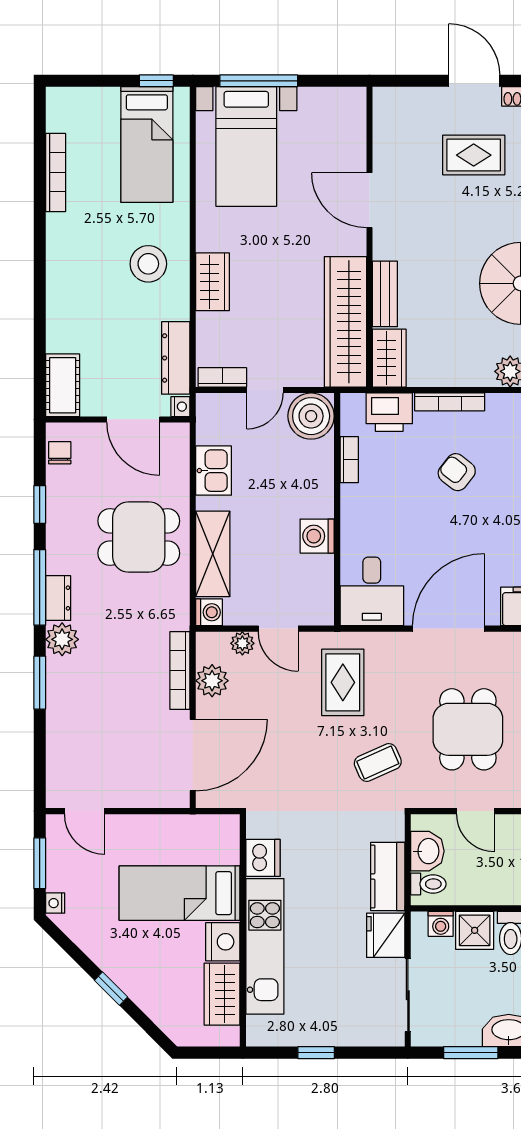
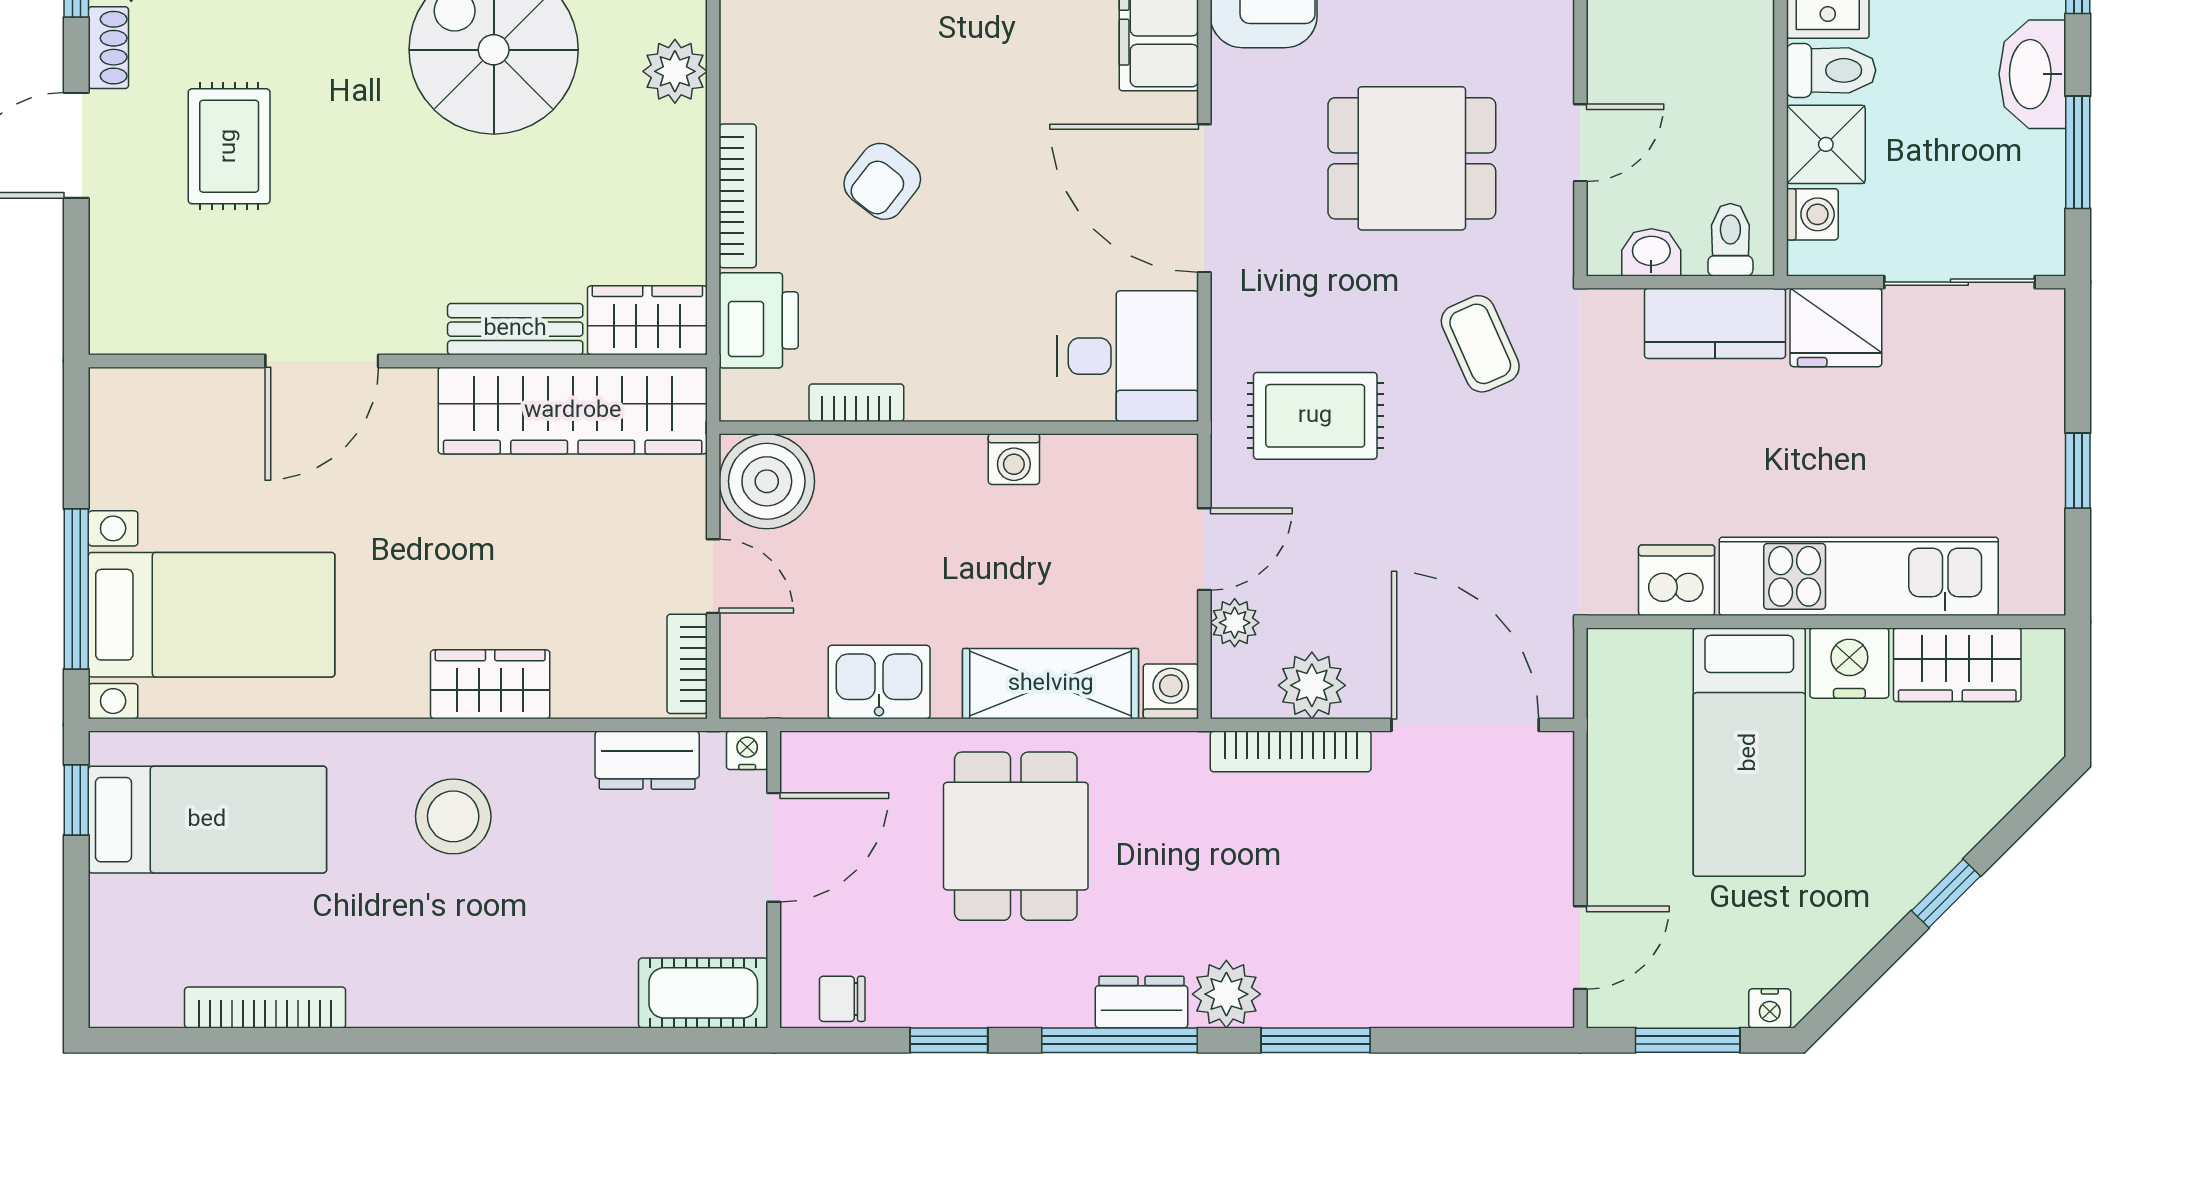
dresser: (176, 358) -> (647, 760), width x0.70
washing machine: (317, 536) -> (1014, 459), width x0.73, depth x0.73
washbasin: (427, 851) -> (1651, 252), width x0.72, depth x0.69

